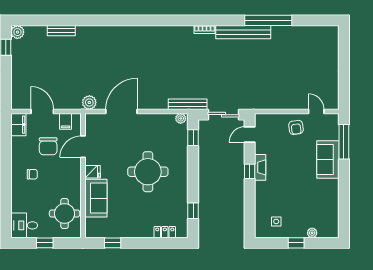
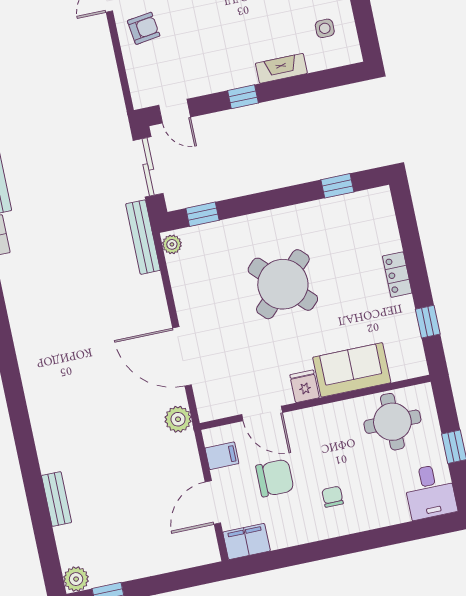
fireplace: (260, 167) -> (281, 68), moved
round table: (148, 172) -> (283, 284), turned 45
locker: (165, 232) -> (397, 275), moved

